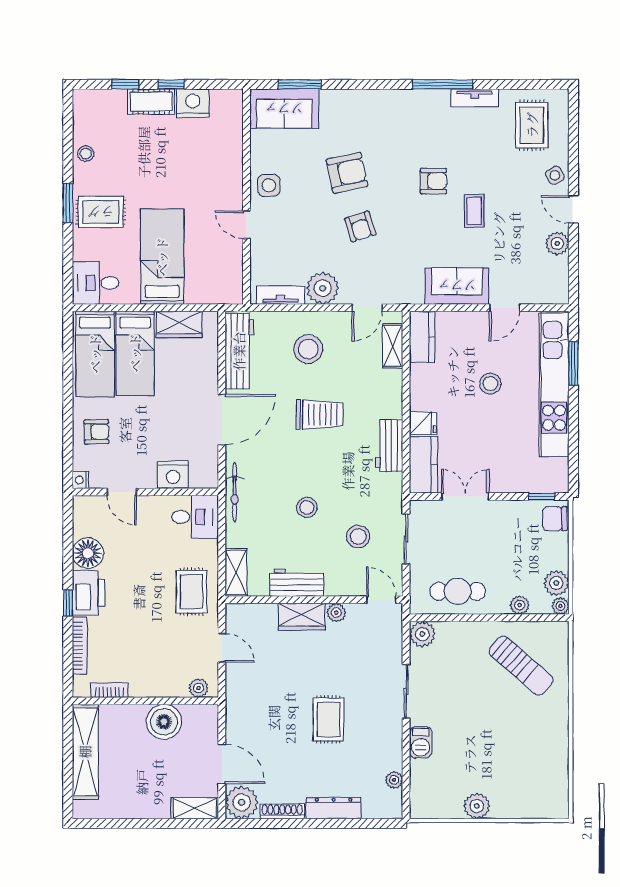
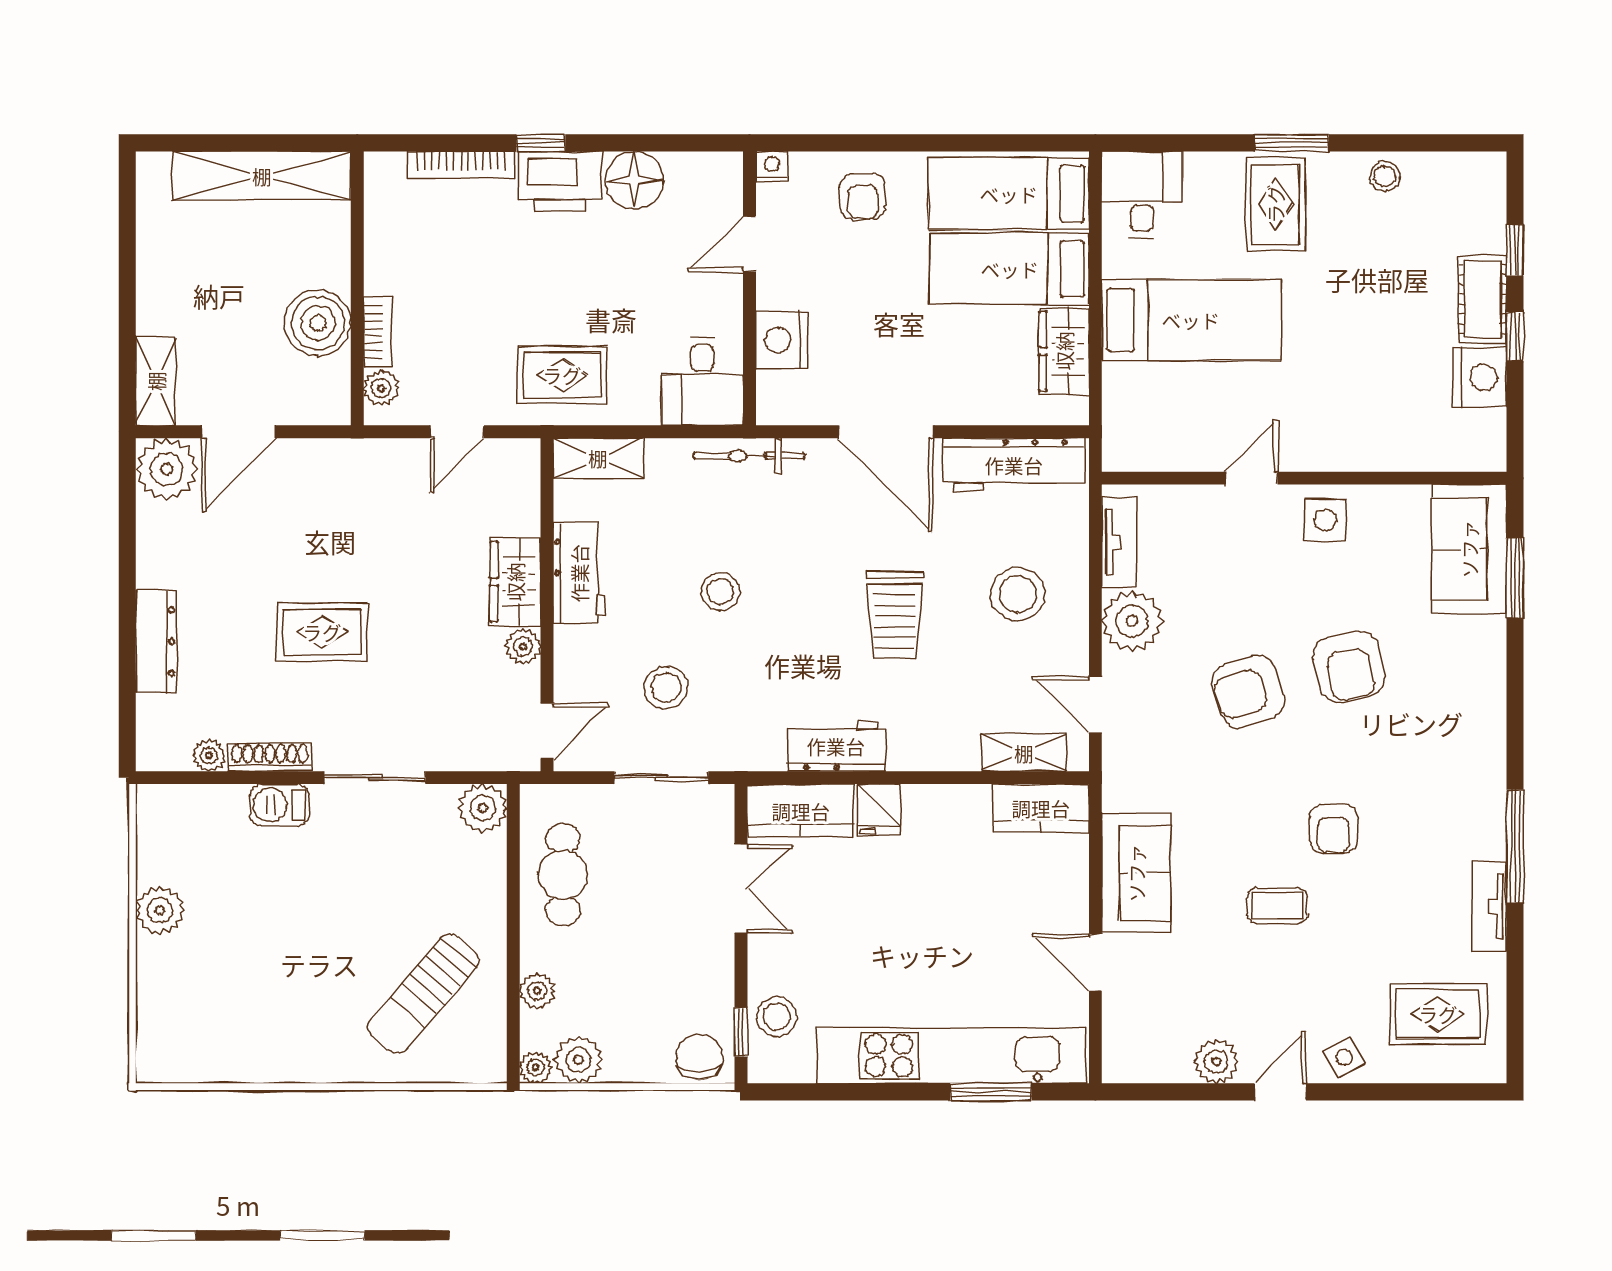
armchair: (360, 226) -> (1248, 692), width x1.38, depth x1.38
stool: (490, 384) -> (777, 1017), moved
bookcase: (109, 690) -> (378, 332), moved
shoe rack: (282, 811) -> (270, 757), moved, turned -90

